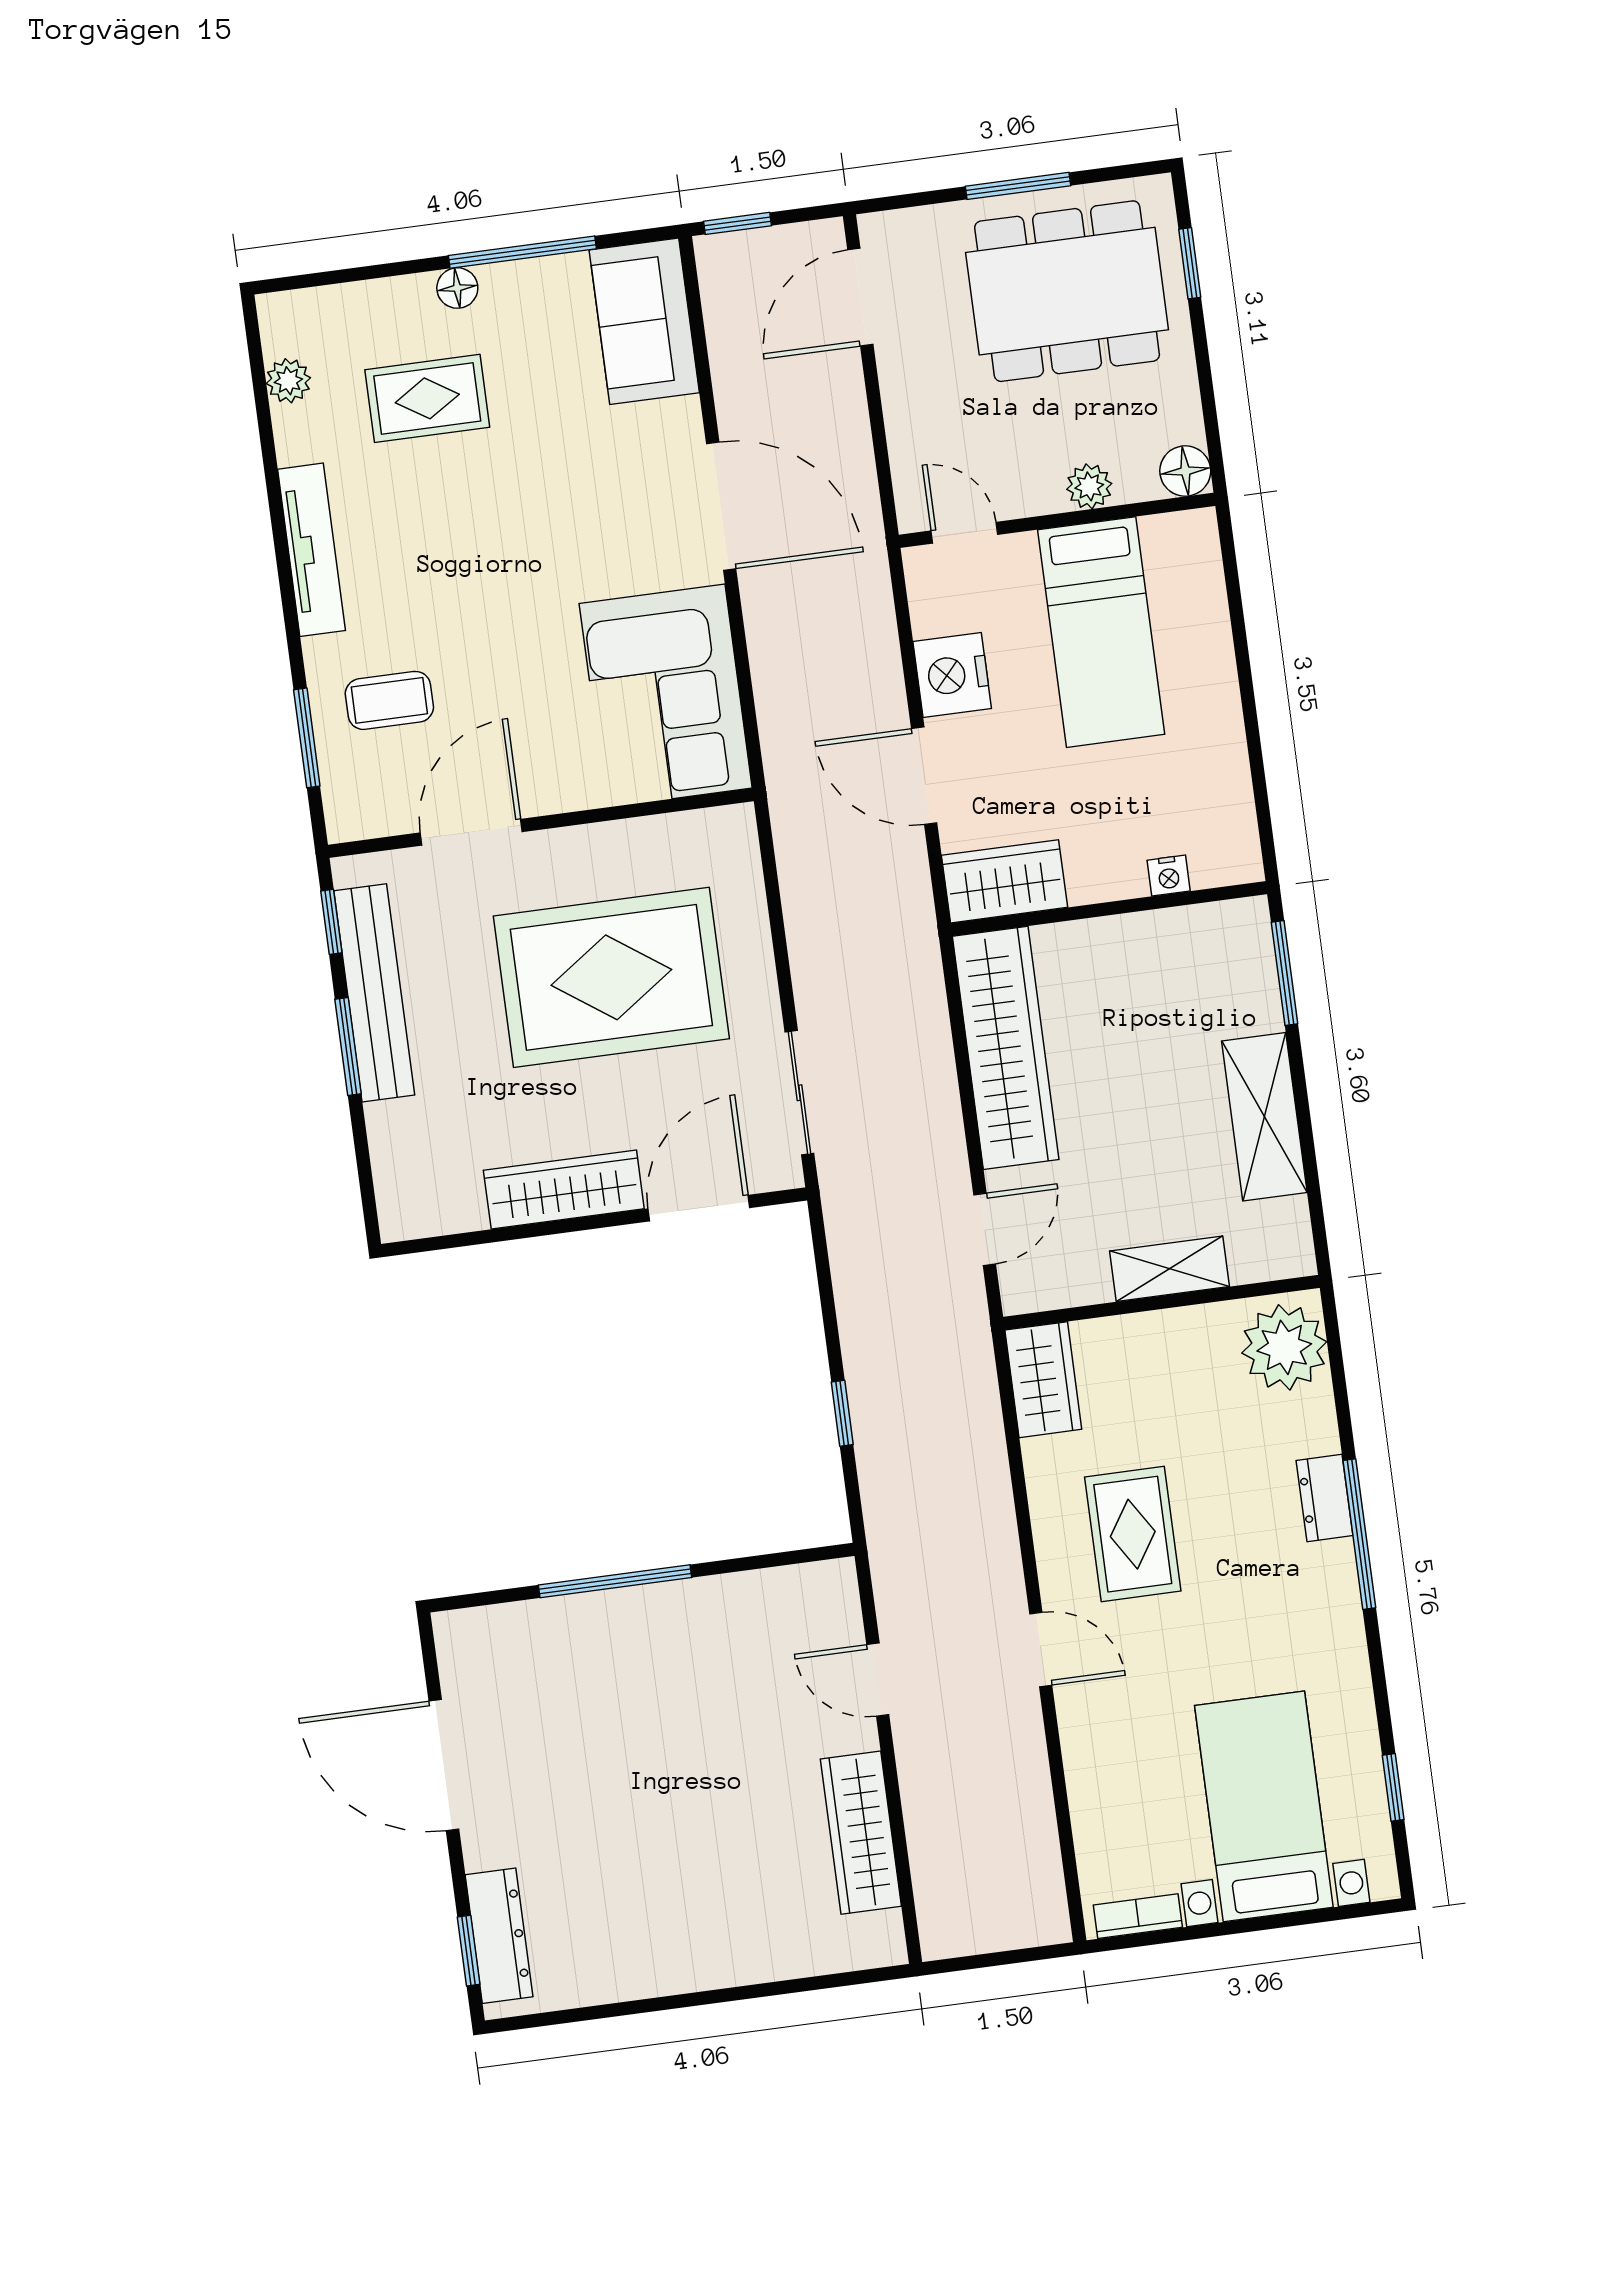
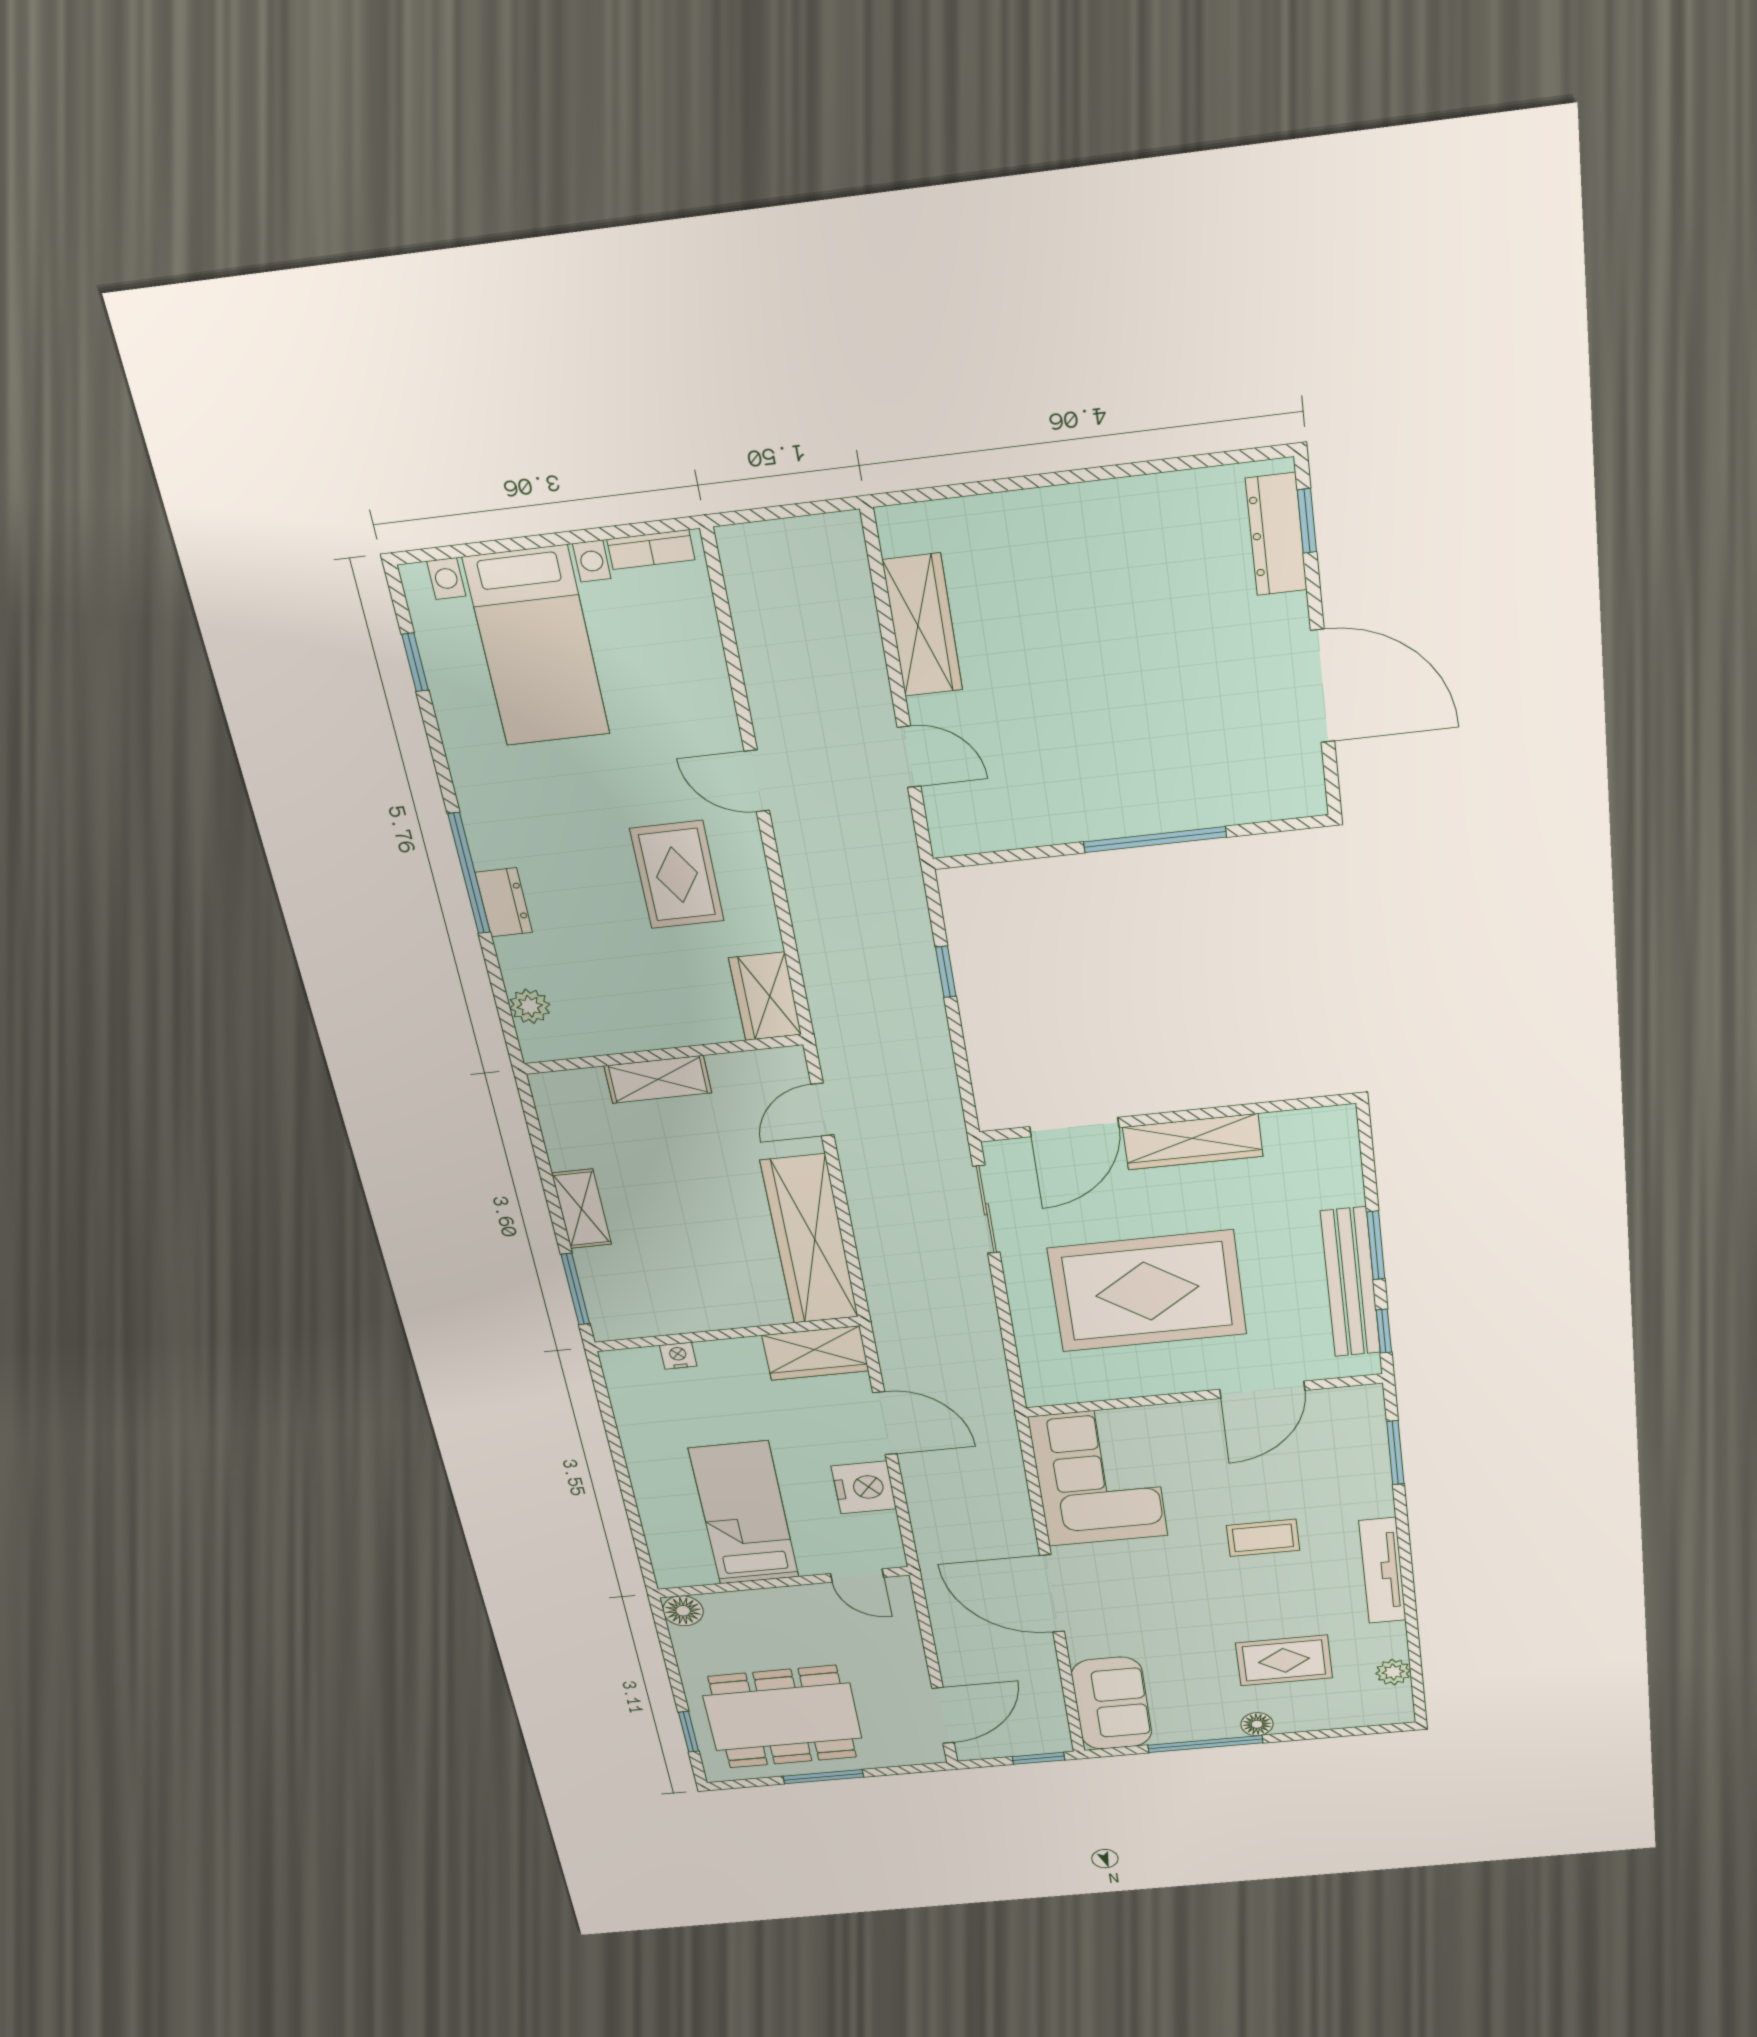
plant: (1089, 486) -> (759, 1602), removed
coffee table: (389, 700) -> (1263, 1538), moved
shelving: (1264, 1117) -> (582, 1209), width x0.67, depth x0.75
plant: (1284, 1347) -> (530, 1006), width x0.53, depth x0.53

